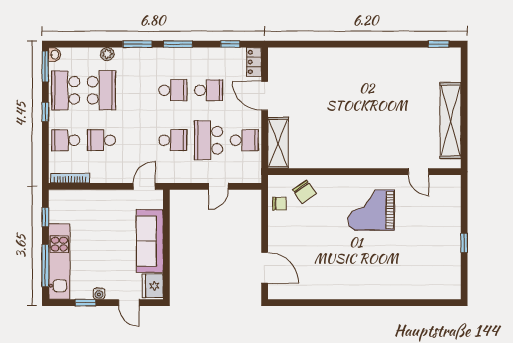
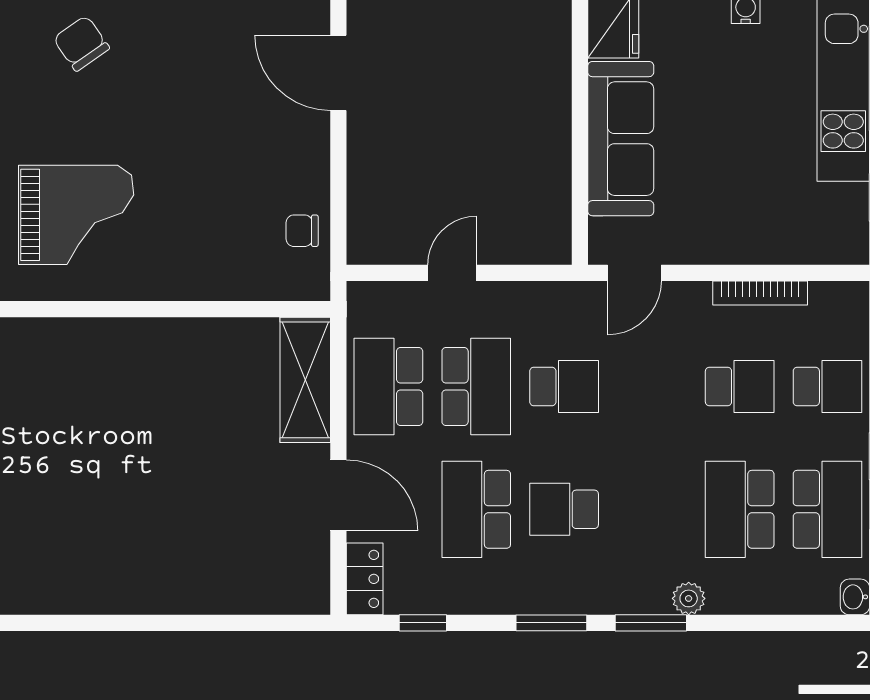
plant: (107, 54) -> (689, 598), moved
school desk: (209, 90) -> (476, 509), width x1.85
school desk: (173, 140) -> (564, 387), turned 180
school desk: (244, 140) -> (388, 387), width x1.85
bookcase: (70, 178) -> (760, 293), moved
chair: (304, 192) -> (81, 43), moved

